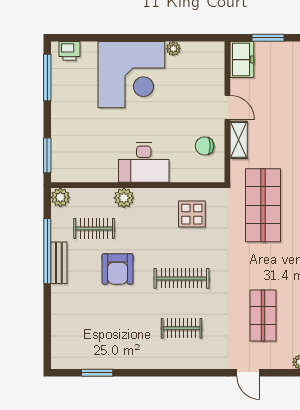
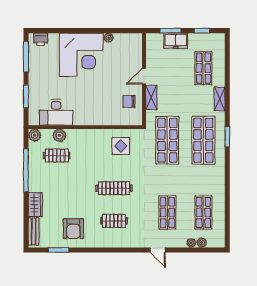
freezer: (242, 60) -> (176, 41), moved, turned 90
door: (227, 107) -> (144, 76), swing flipped
window: (47, 155) -> (26, 96), moved
desk: (144, 163) -> (56, 112), moved
plant: (124, 198) -> (59, 135), moved
bench: (59, 263) -> (34, 231), moved
armchair: (118, 269) -> (73, 229), moved
wardrobe: (62, 304) -> (35, 205), added

